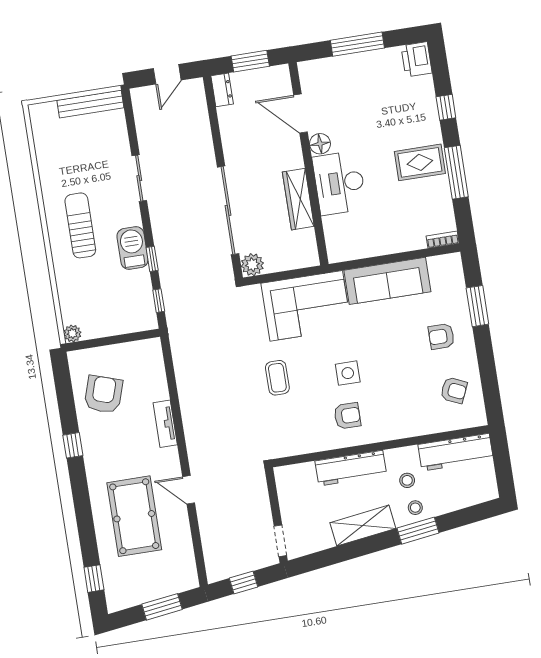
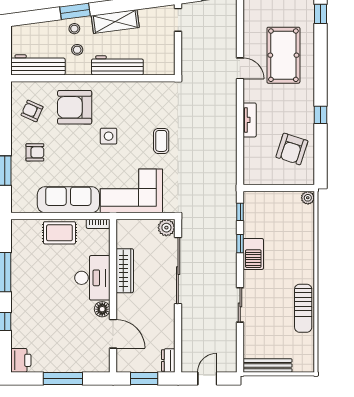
rug: (420, 162) -> (59, 233), moved
sun lounger: (80, 225) -> (303, 308), moved
bookcase: (443, 240) -> (98, 224), moved
armchair: (347, 416) -> (75, 107), moved, width x1.88, depth x1.88

